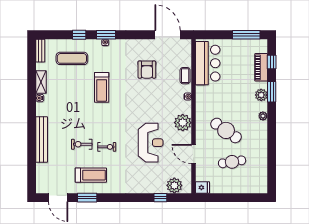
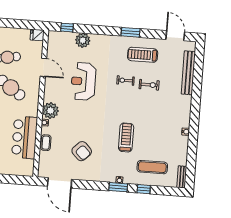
bar counter: (208, 63) -> (25, 137), moved
armchair: (147, 70) -> (82, 151), turned 135
shelving: (41, 82) -> (183, 147), removed
plant: (183, 123) -> (50, 111), moved
bench: (42, 140) -> (188, 73), moved
plant: (174, 185) -> (83, 40), moved
window: (87, 198) -> (130, 32), moved
window: (160, 198) -> (67, 28), moved

